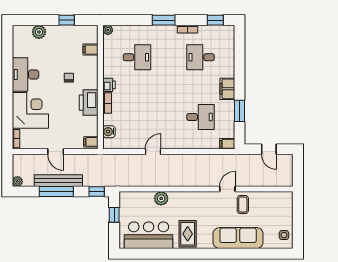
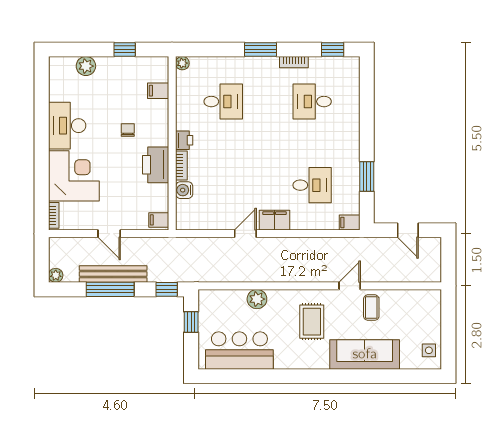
filing cabinet: (227, 89) -> (275, 220), moved, turned 90
water cooler: (109, 132) -> (184, 190), moved
rug: (188, 234) -> (312, 322), moved

